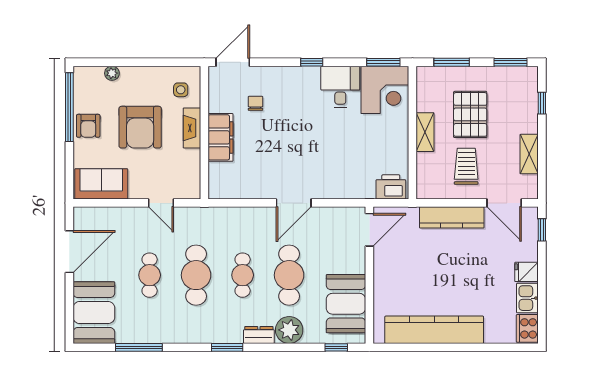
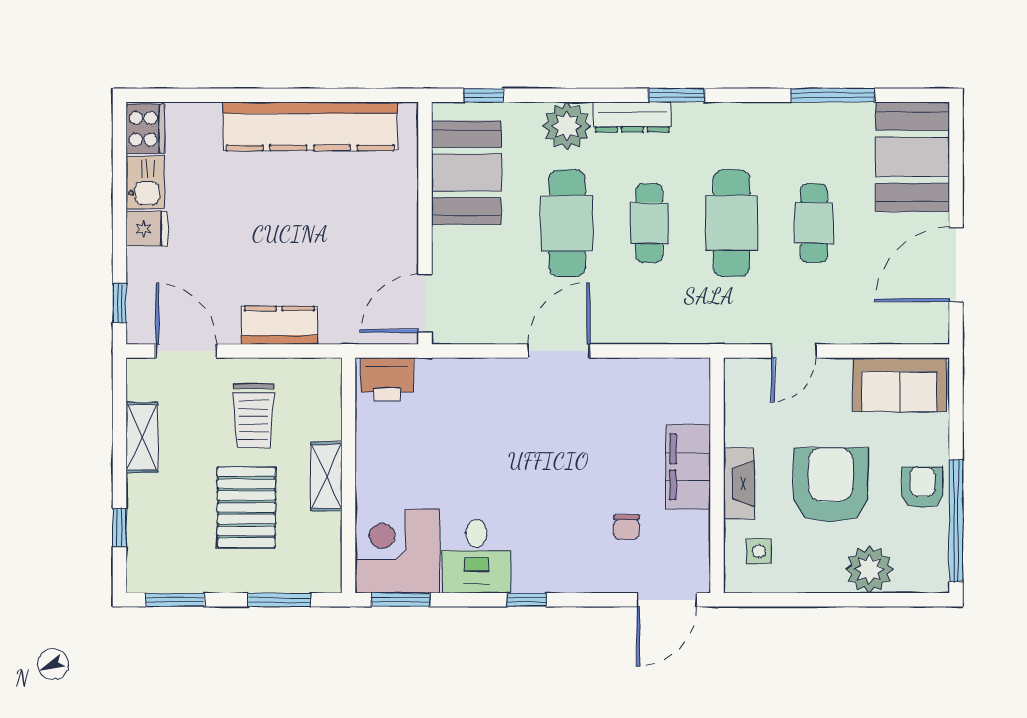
plant: (112, 73) -> (869, 569), width x1.88, depth x1.88
door: (161, 203) -> (794, 351), swing flipped
kitchen counter: (452, 217) -> (279, 325), width x0.67
dresser: (259, 335) -> (632, 117), width x1.44

